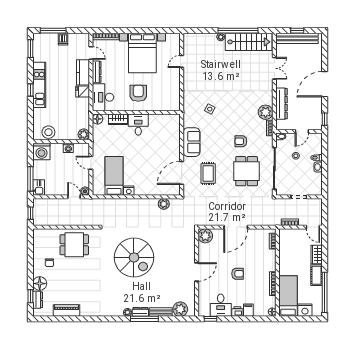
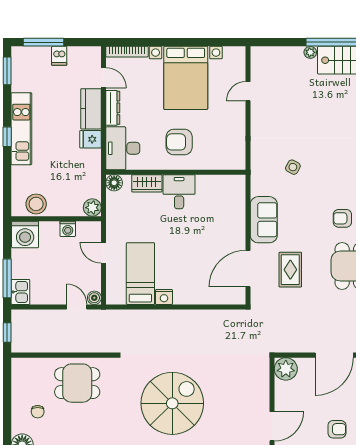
armchair: (138, 93) -> (179, 142), turned -90
plant: (164, 204) -> (220, 318), removed
spiral stairs: (134, 257) -> (172, 403), turned -90

